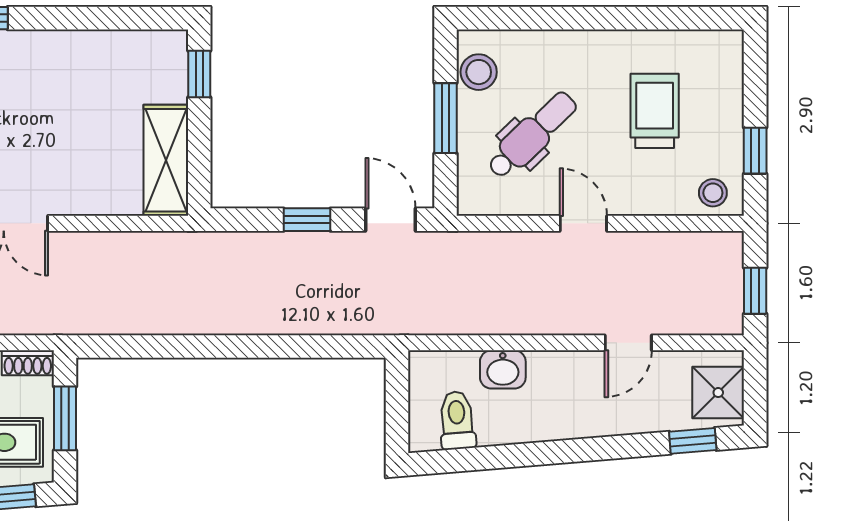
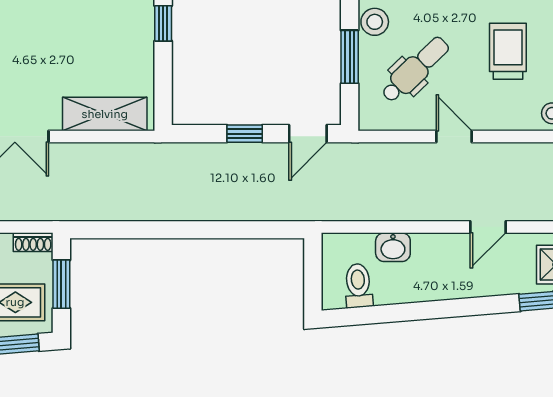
shelving: (166, 160) -> (105, 114), moved, turned 90
door: (390, 220) -> (308, 134), swing flipped

